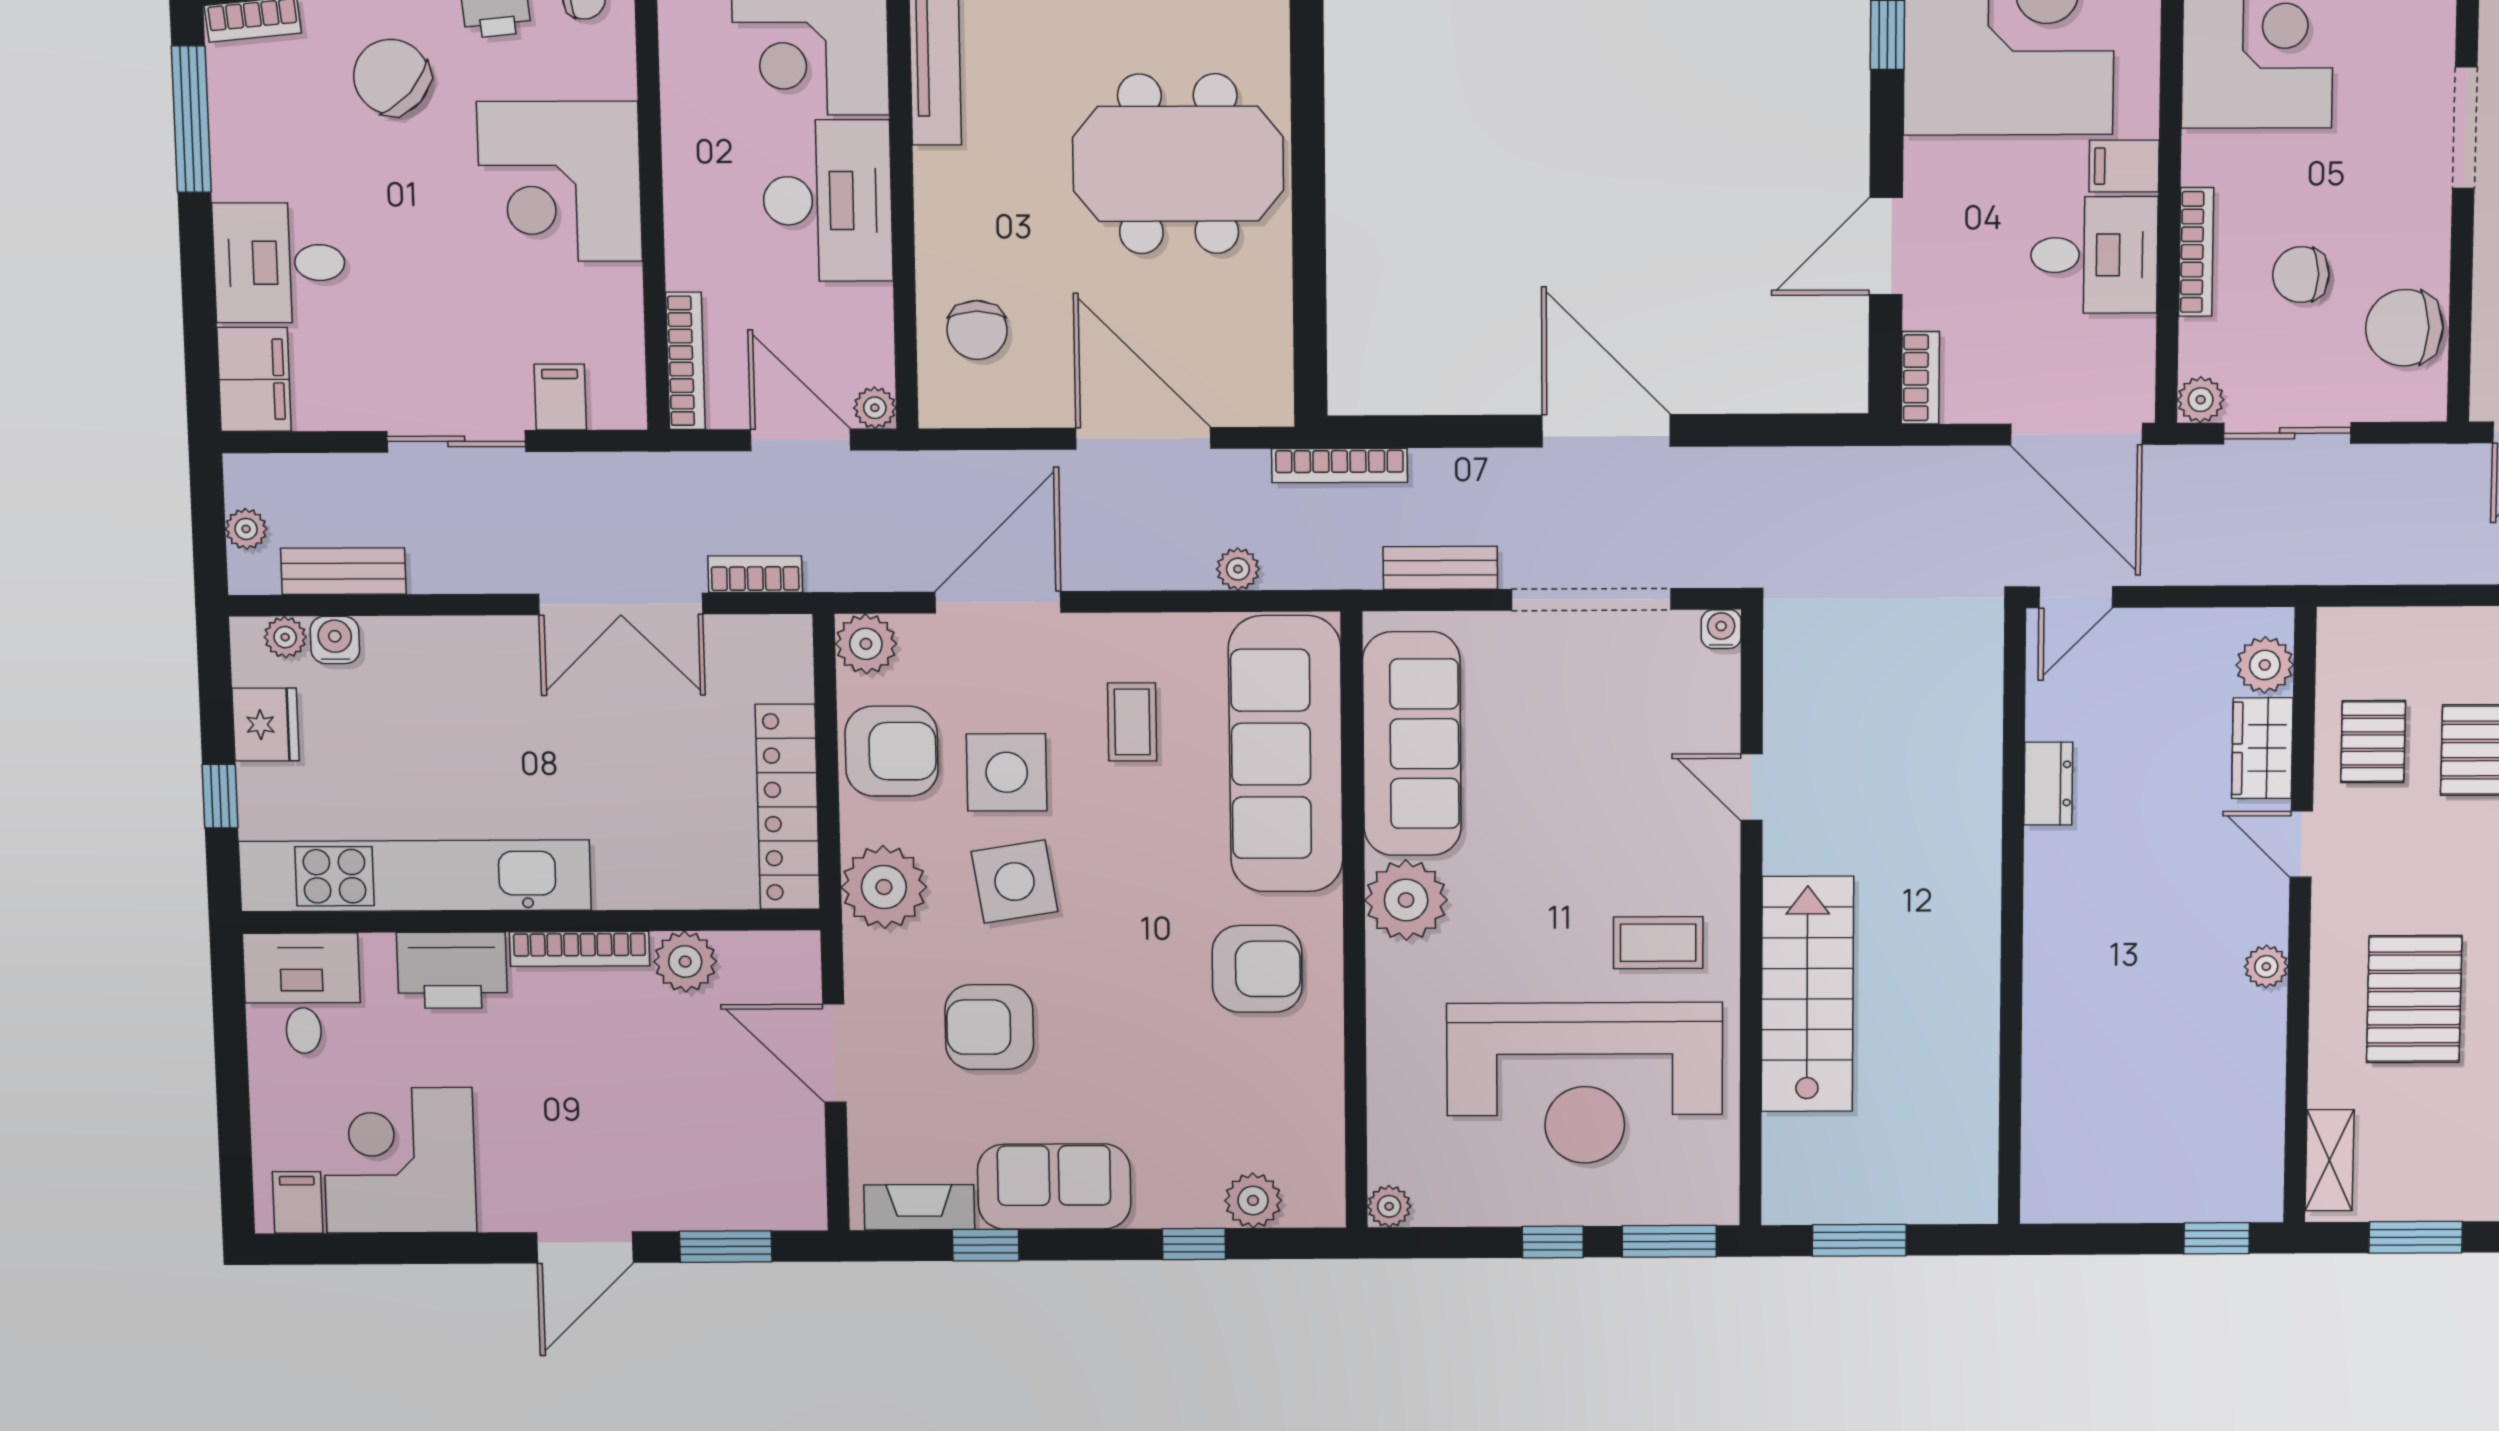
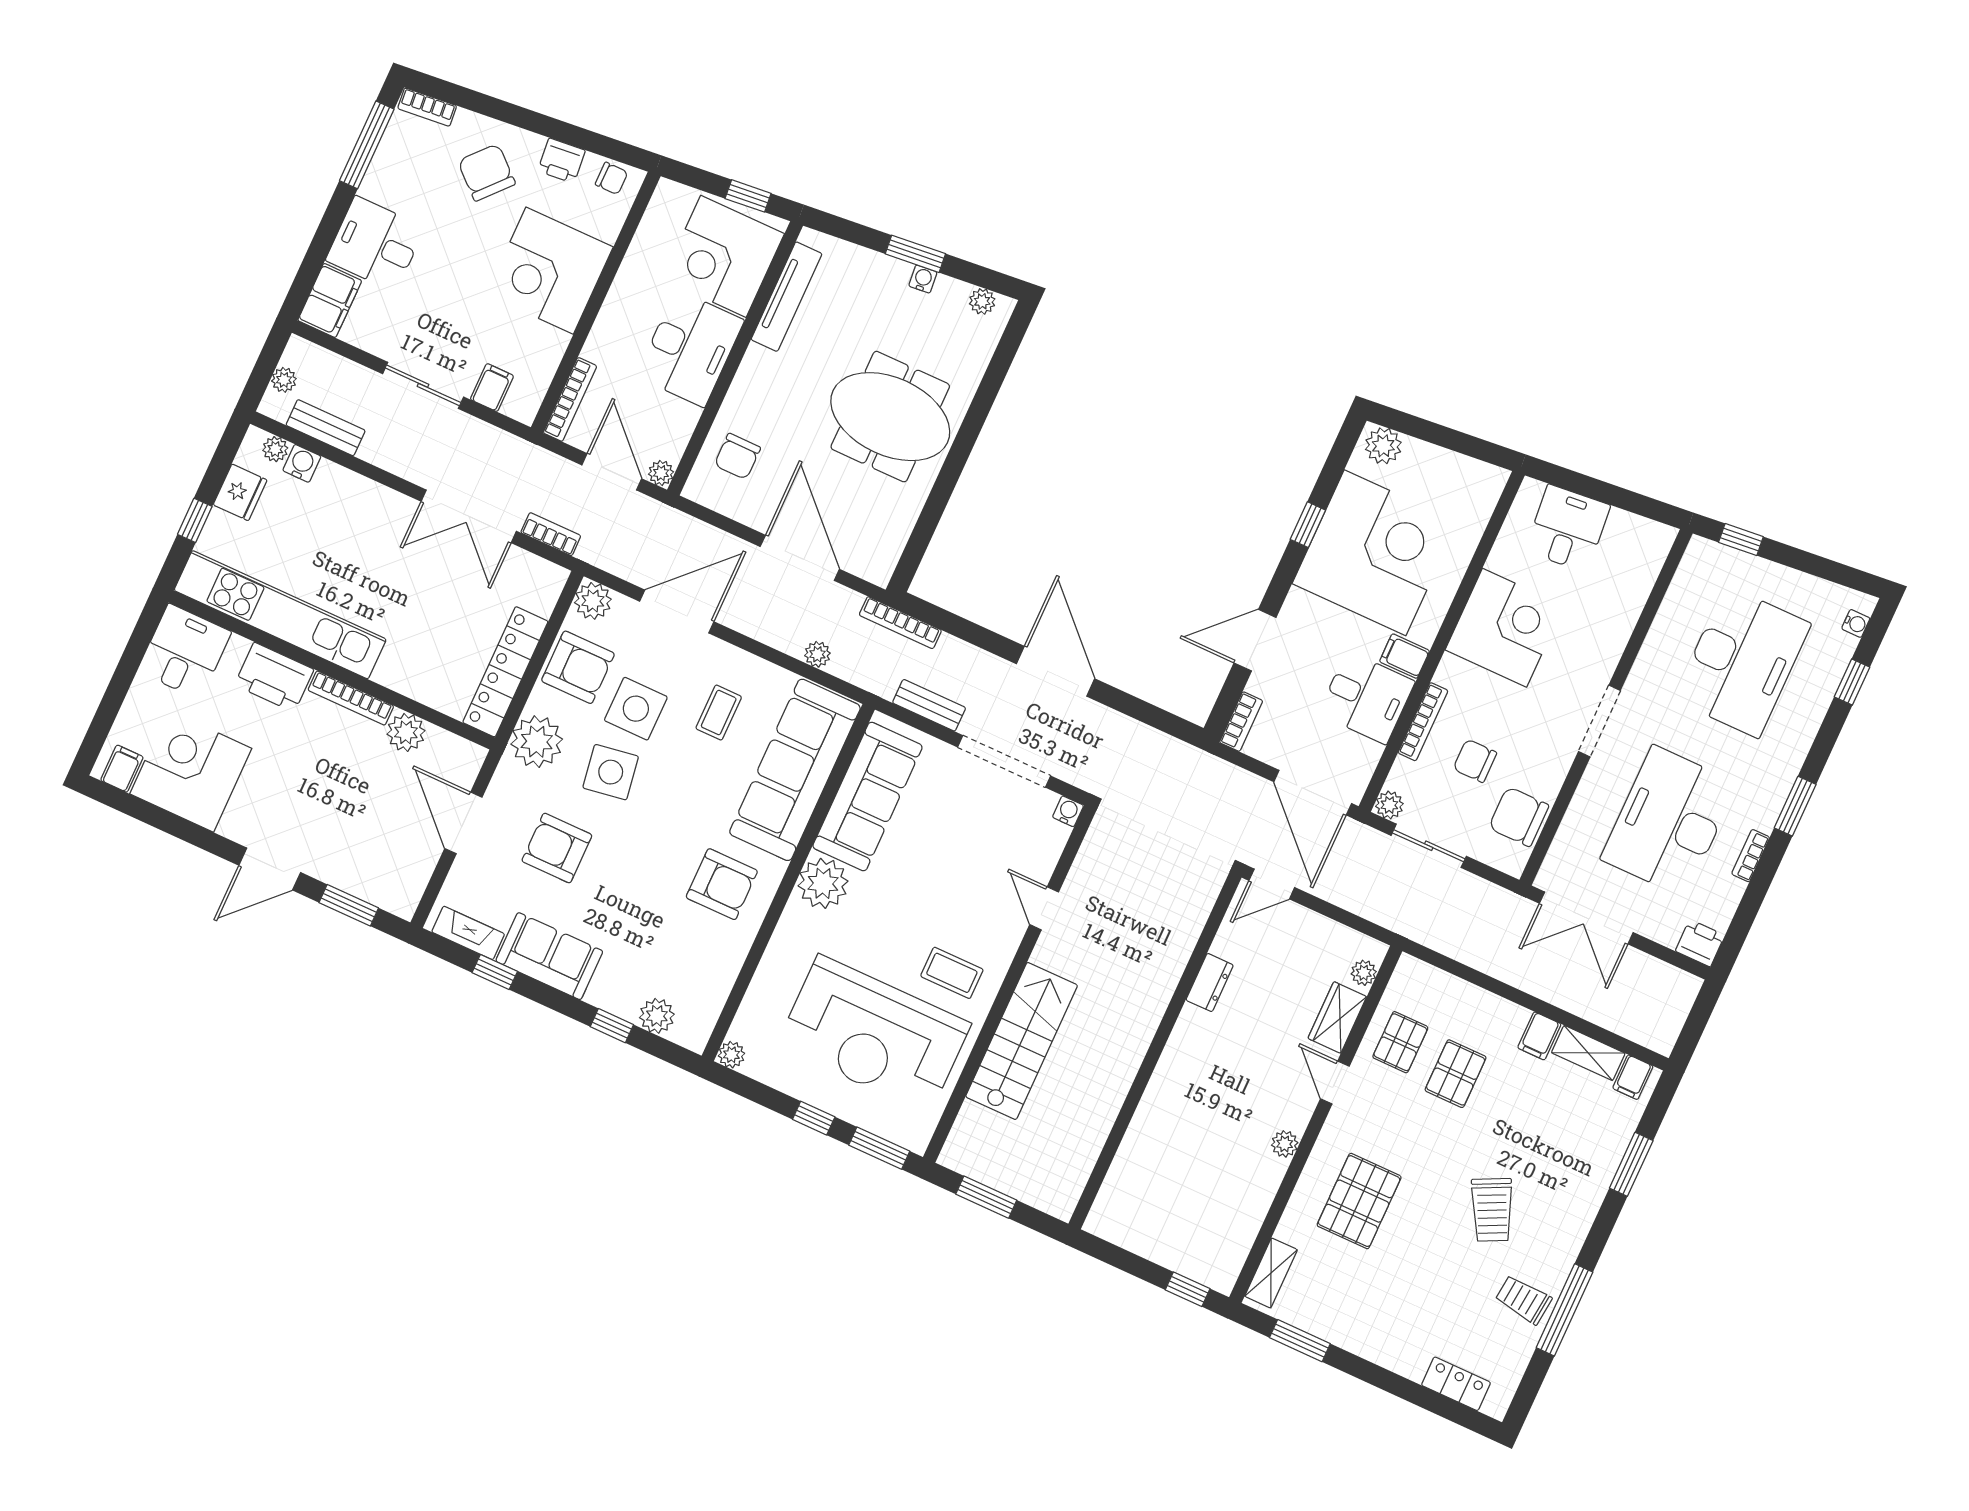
plant: (2265, 665) -> (1364, 973), width x0.73, depth x0.73

